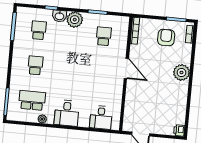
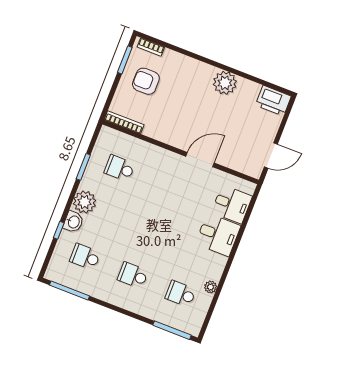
door: (126, 69) -> (200, 160), moved
plant: (181, 72) -> (225, 83), moved
school desk: (32, 100) -> (181, 294), width x0.54
desk: (67, 113) -> (218, 235), moved
printer: (179, 130) -> (273, 101), width x1.87, depth x1.48

